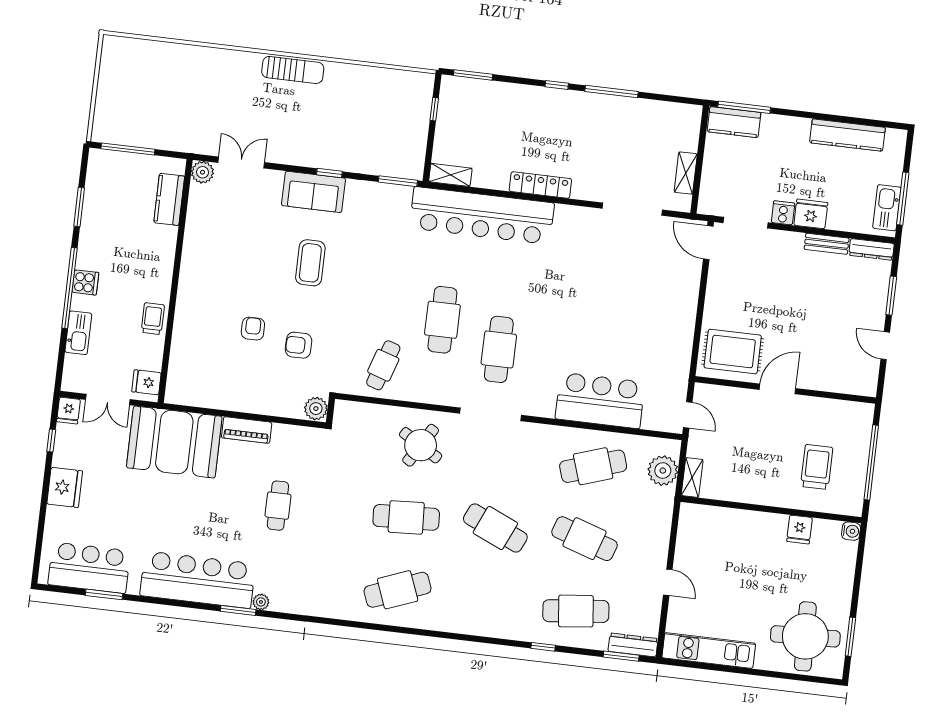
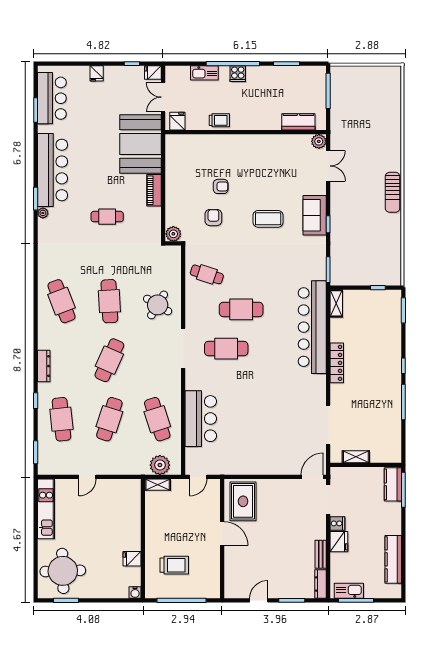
fridge: (65, 487) -> (97, 73), width x0.53, depth x0.75
dresser: (633, 645) -> (44, 366), moved

